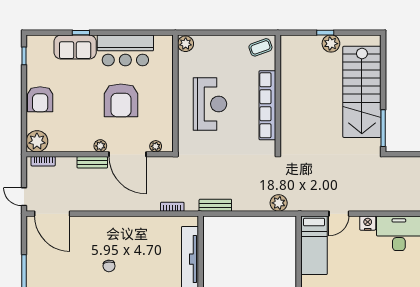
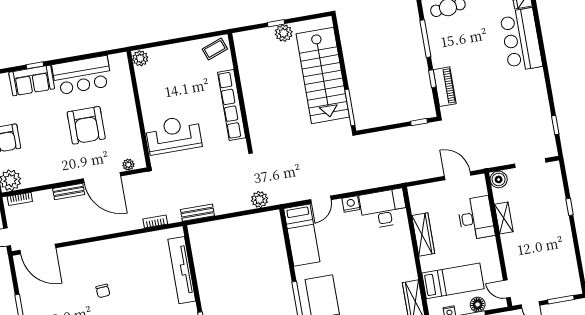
reception desk: (210, 104) -> (174, 135), moved, turned -90
plant: (100, 146) -> (74, 174), removed

